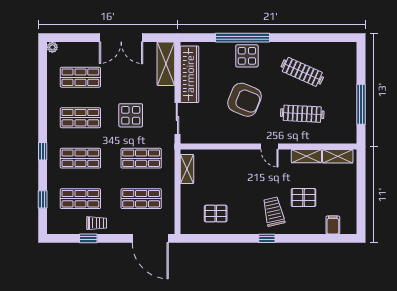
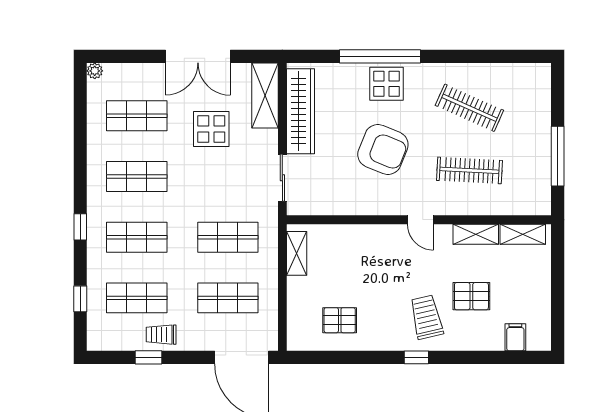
display table: (131, 115) -> (211, 129), moved
trolley: (97, 223) -> (161, 335), turned 180

